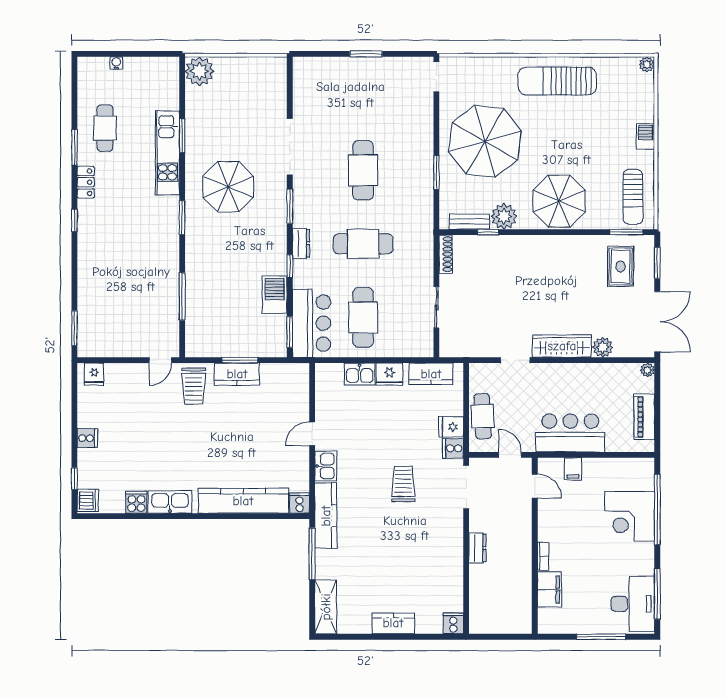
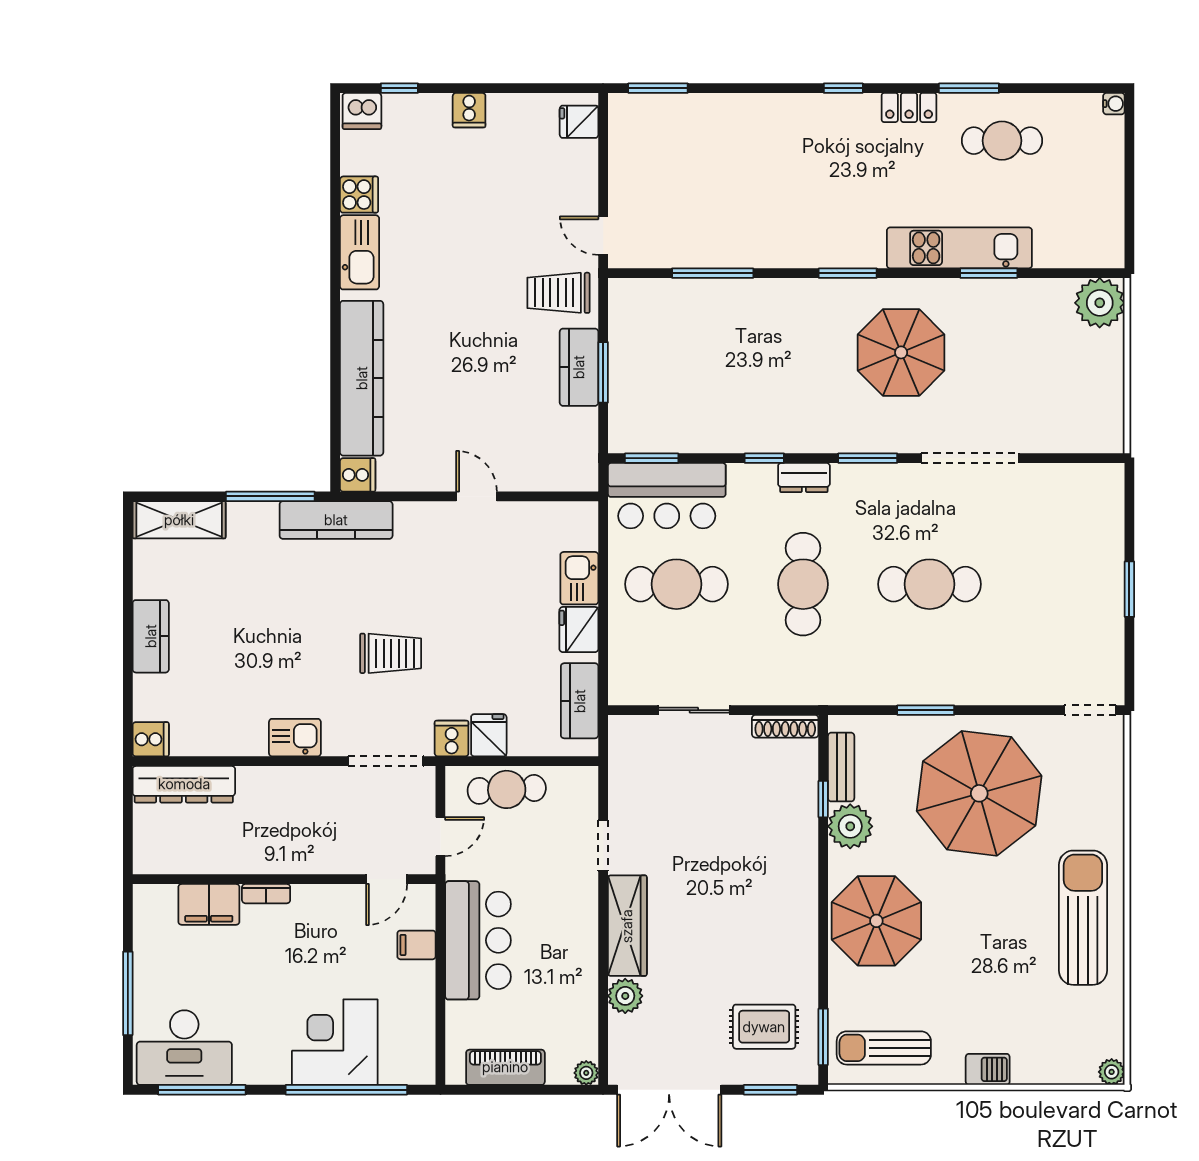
water cooler: (116, 63) -> (1114, 104), moved
barbecue: (275, 295) -> (716, 432), removed
kitchen sink: (326, 466) -> (295, 738), moved, turned 180
dresser: (477, 548) -> (184, 784), moved, width x1.96, depth x1.24

